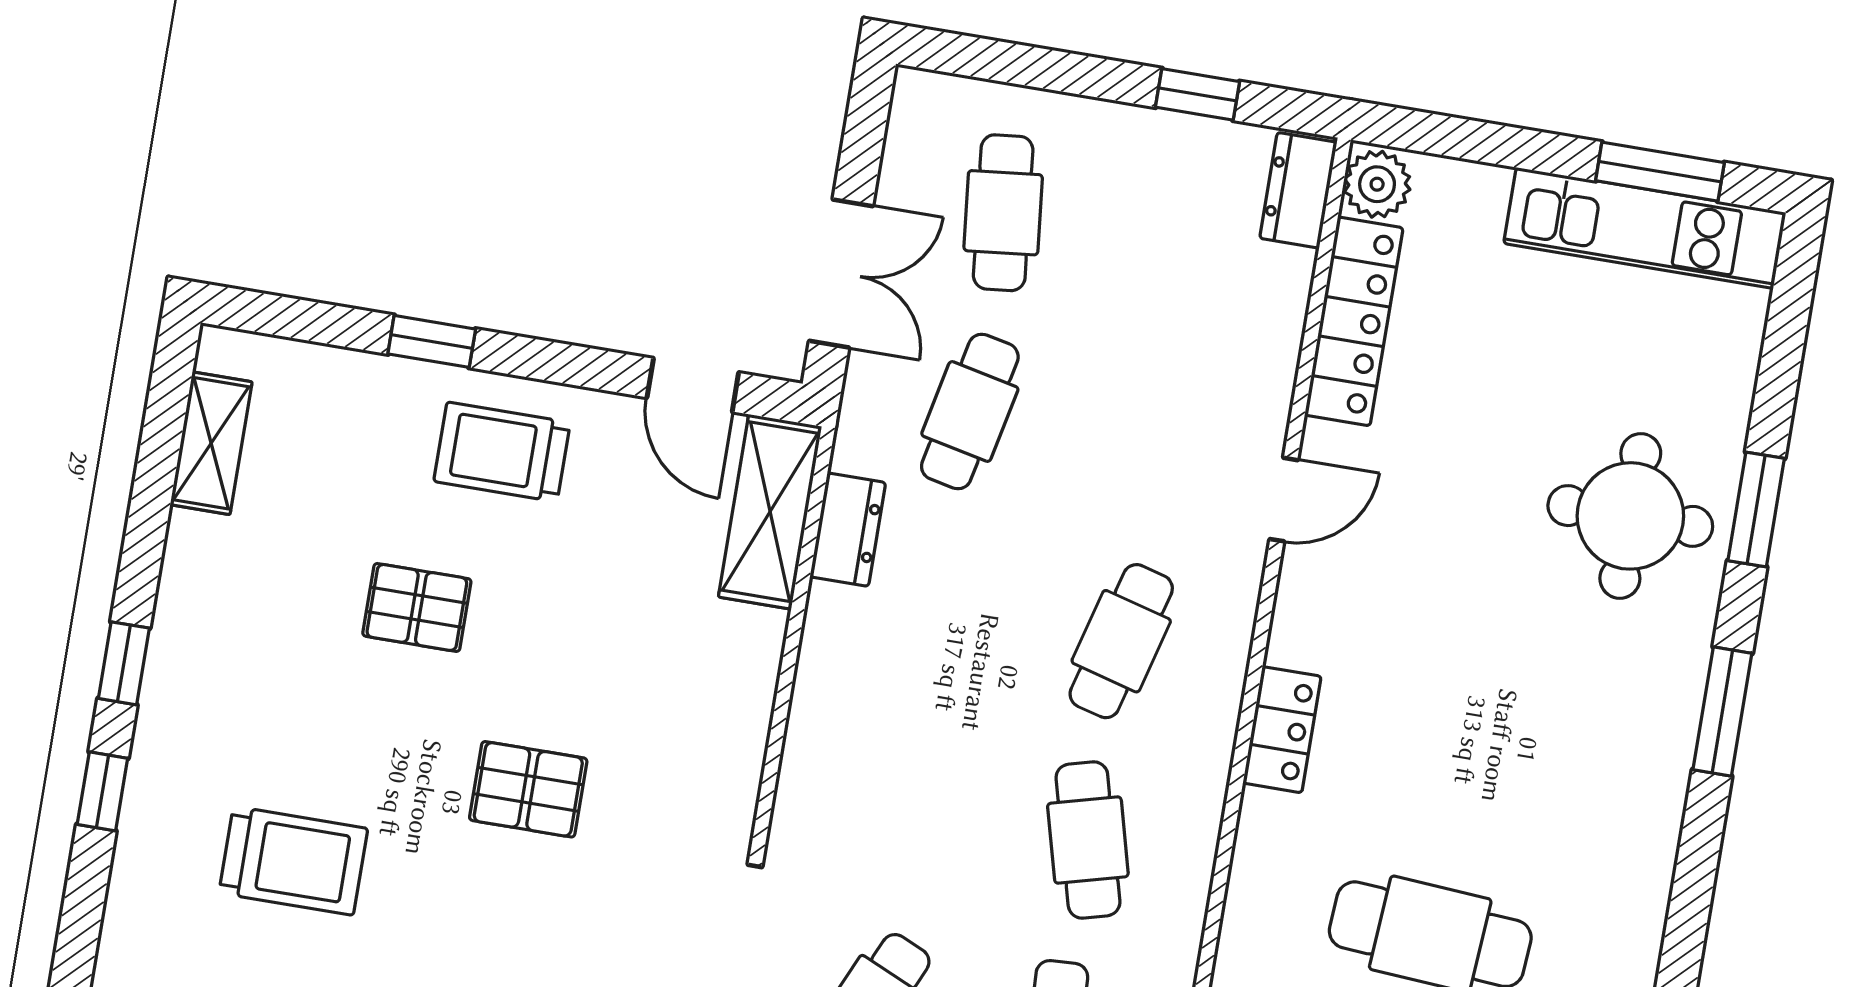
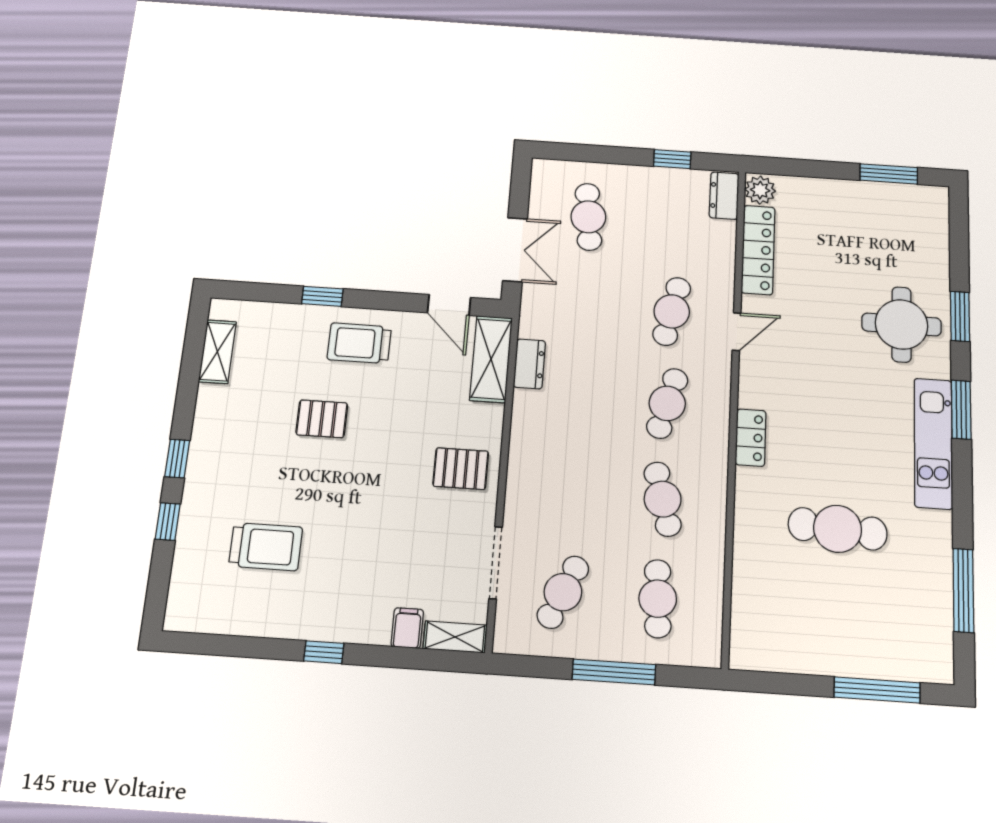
kitchen unit: (1645, 228) -> (933, 443), moved, turned 90
cafe table: (970, 411) -> (672, 311), moved
pallet: (528, 789) -> (461, 469), moved

